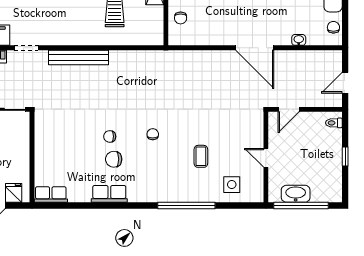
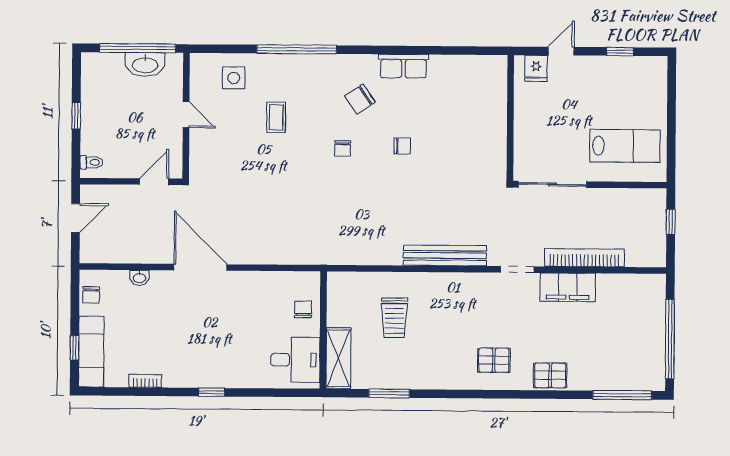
chair: (114, 159) -> (360, 99), moved, turned 146
row of seats: (51, 195) -> (485, 66), removed

